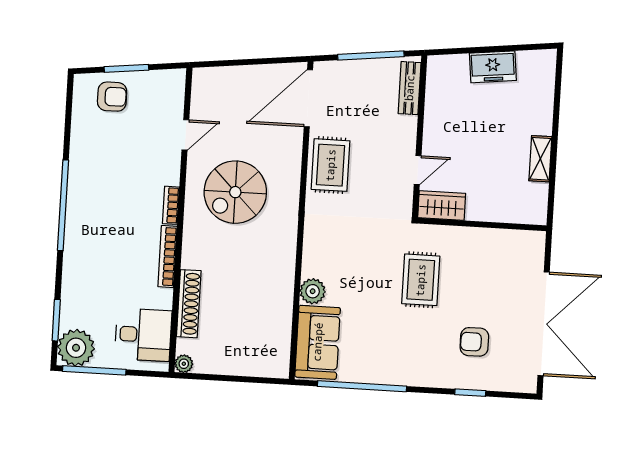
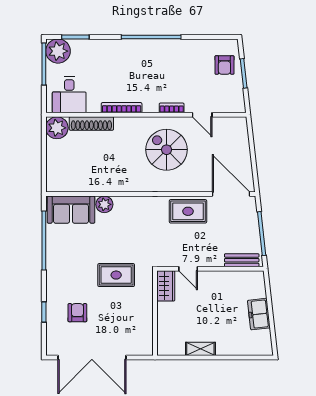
bookcase: (171, 205) -> (172, 108), moved
plant: (184, 364) -> (57, 128), width x1.87, depth x1.87

